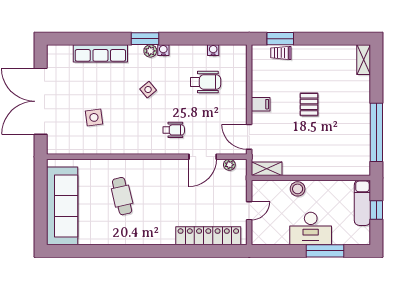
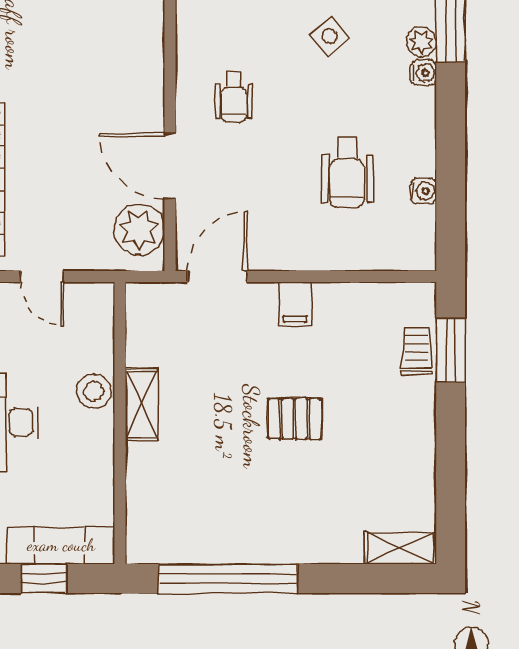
plant: (229, 165) -> (139, 229), width x1.88, depth x1.88
shelving: (267, 169) -> (142, 405), moved

